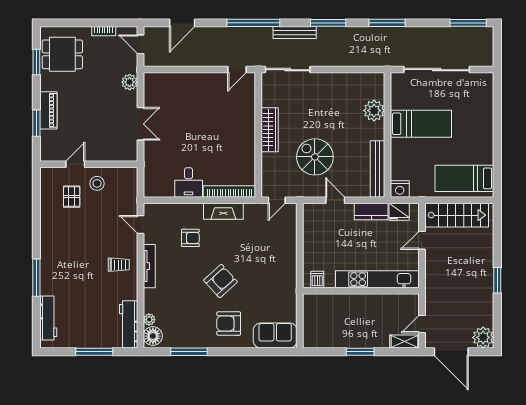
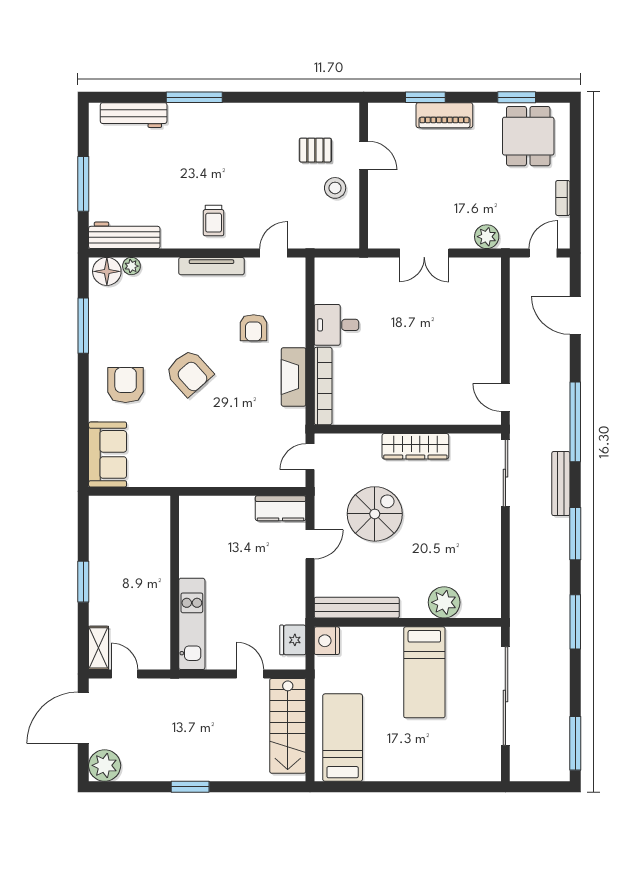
door: (277, 200) -> (310, 457), hinge flipped
kitchen counter: (371, 211) -> (281, 508), moved, turned -90
kitchen unit: (377, 279) -> (192, 624), width x0.73
dishwasher: (317, 280) -> (191, 518), removed

